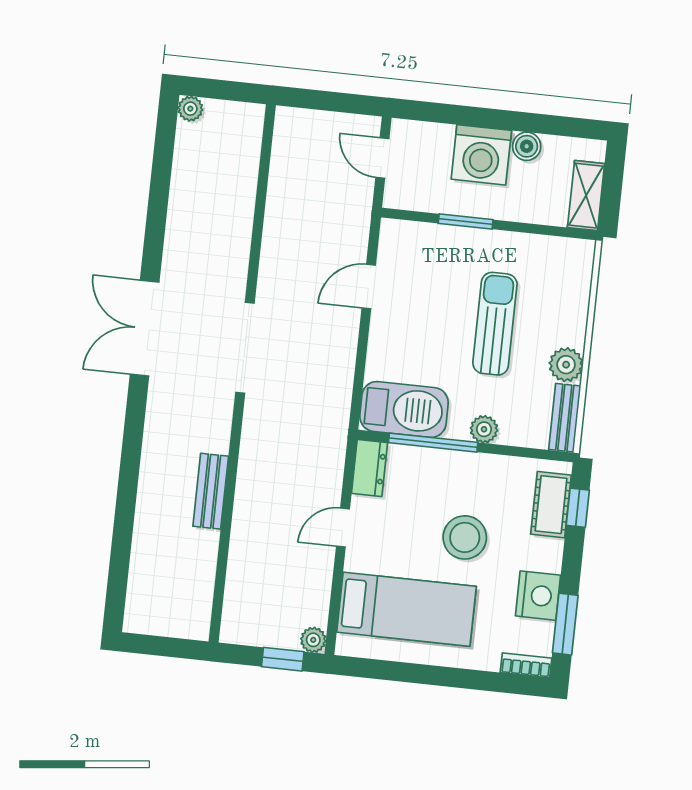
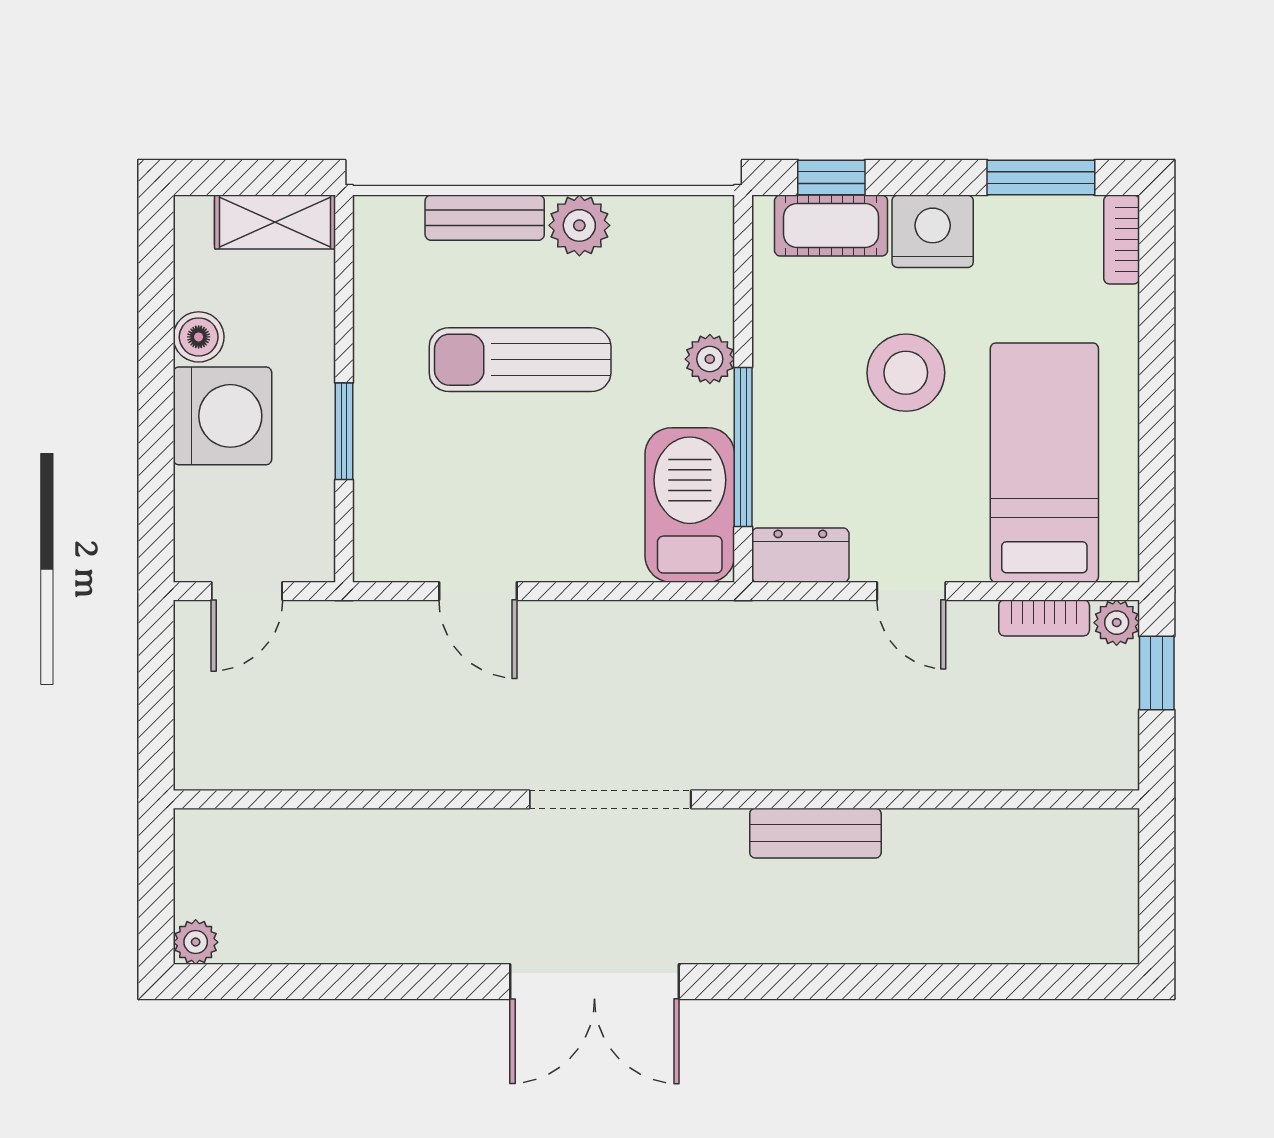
bench: (565, 418) -> (485, 218), moved
bench: (211, 491) -> (815, 833), moved
nightstand: (538, 596) -> (933, 231), moved
bookcase: (320, 600) -> (1044, 618), added

